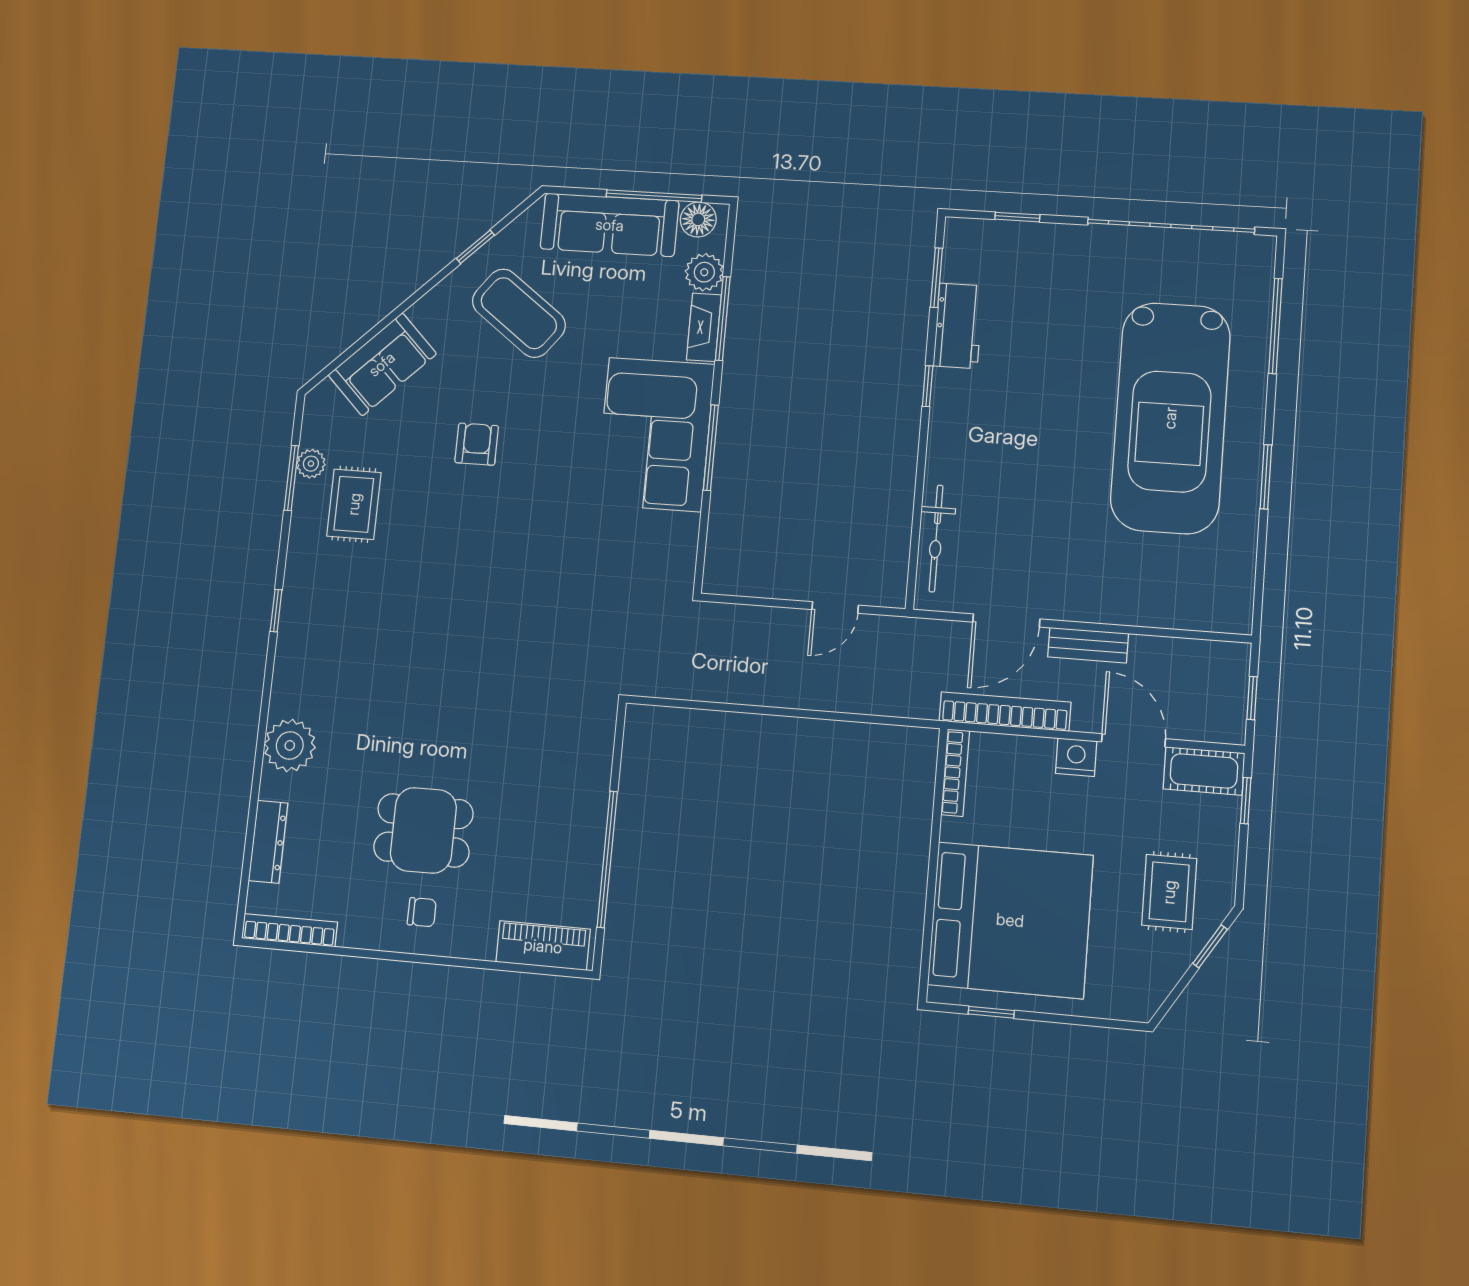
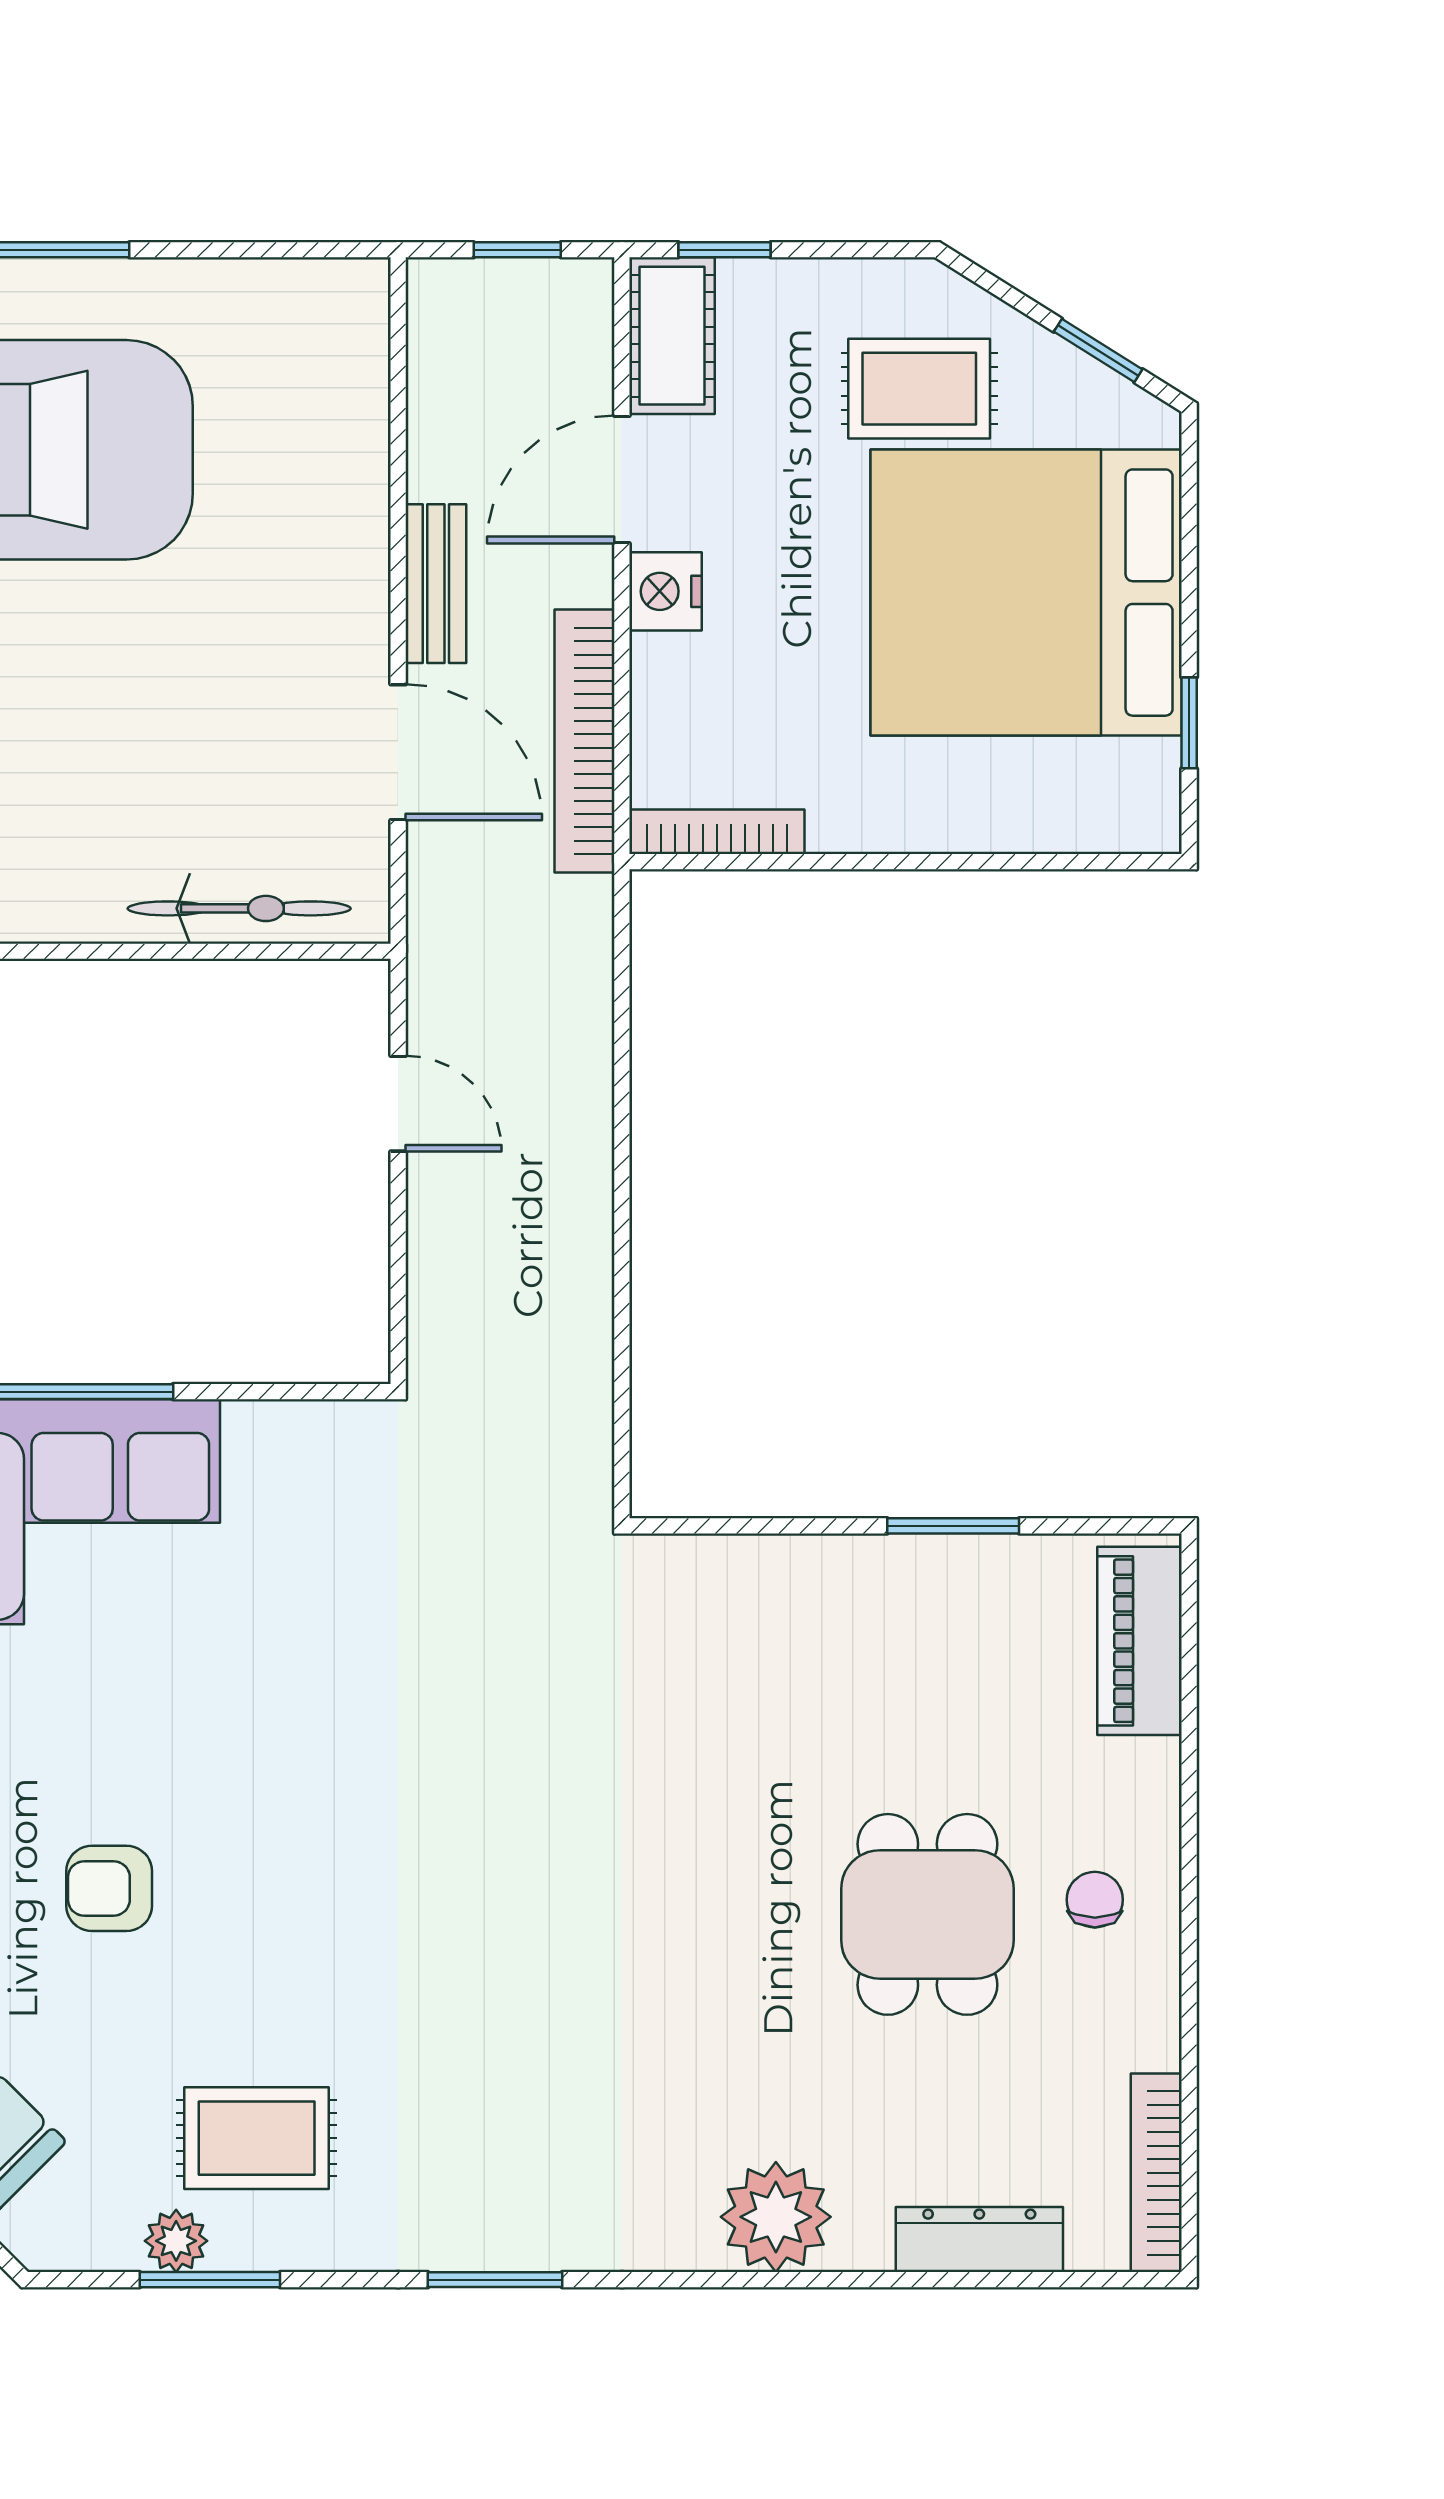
window: (276, 611) -> (495, 2280), width x1.50
window: (607, 859) -> (953, 1526), width x0.47
bed: (1010, 920) -> (1026, 593), moved, turned -90
window: (1210, 946) -> (1098, 350), moved

